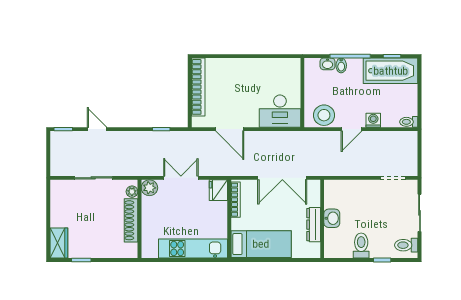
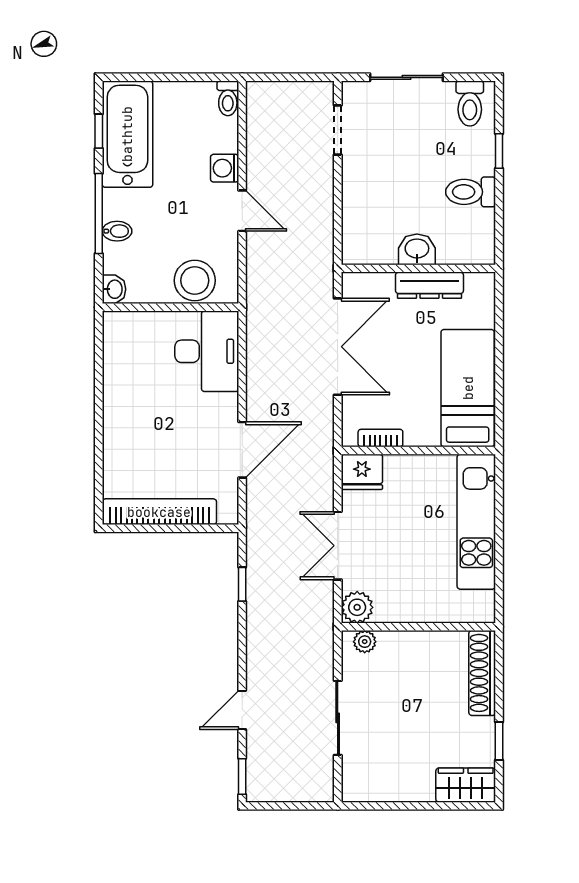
washbasin: (328, 64) -> (114, 289), moved
stool: (324, 115) -> (195, 280), moved
bookcase: (236, 200) -> (380, 438), width x0.64
shoe rack: (131, 220) -> (482, 673), moved, turned 90

